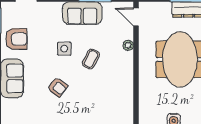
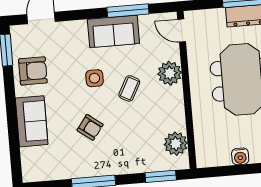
plant: (128, 45) -> (170, 73), width x1.88, depth x1.88
plant: (124, 105) -> (176, 144), added

